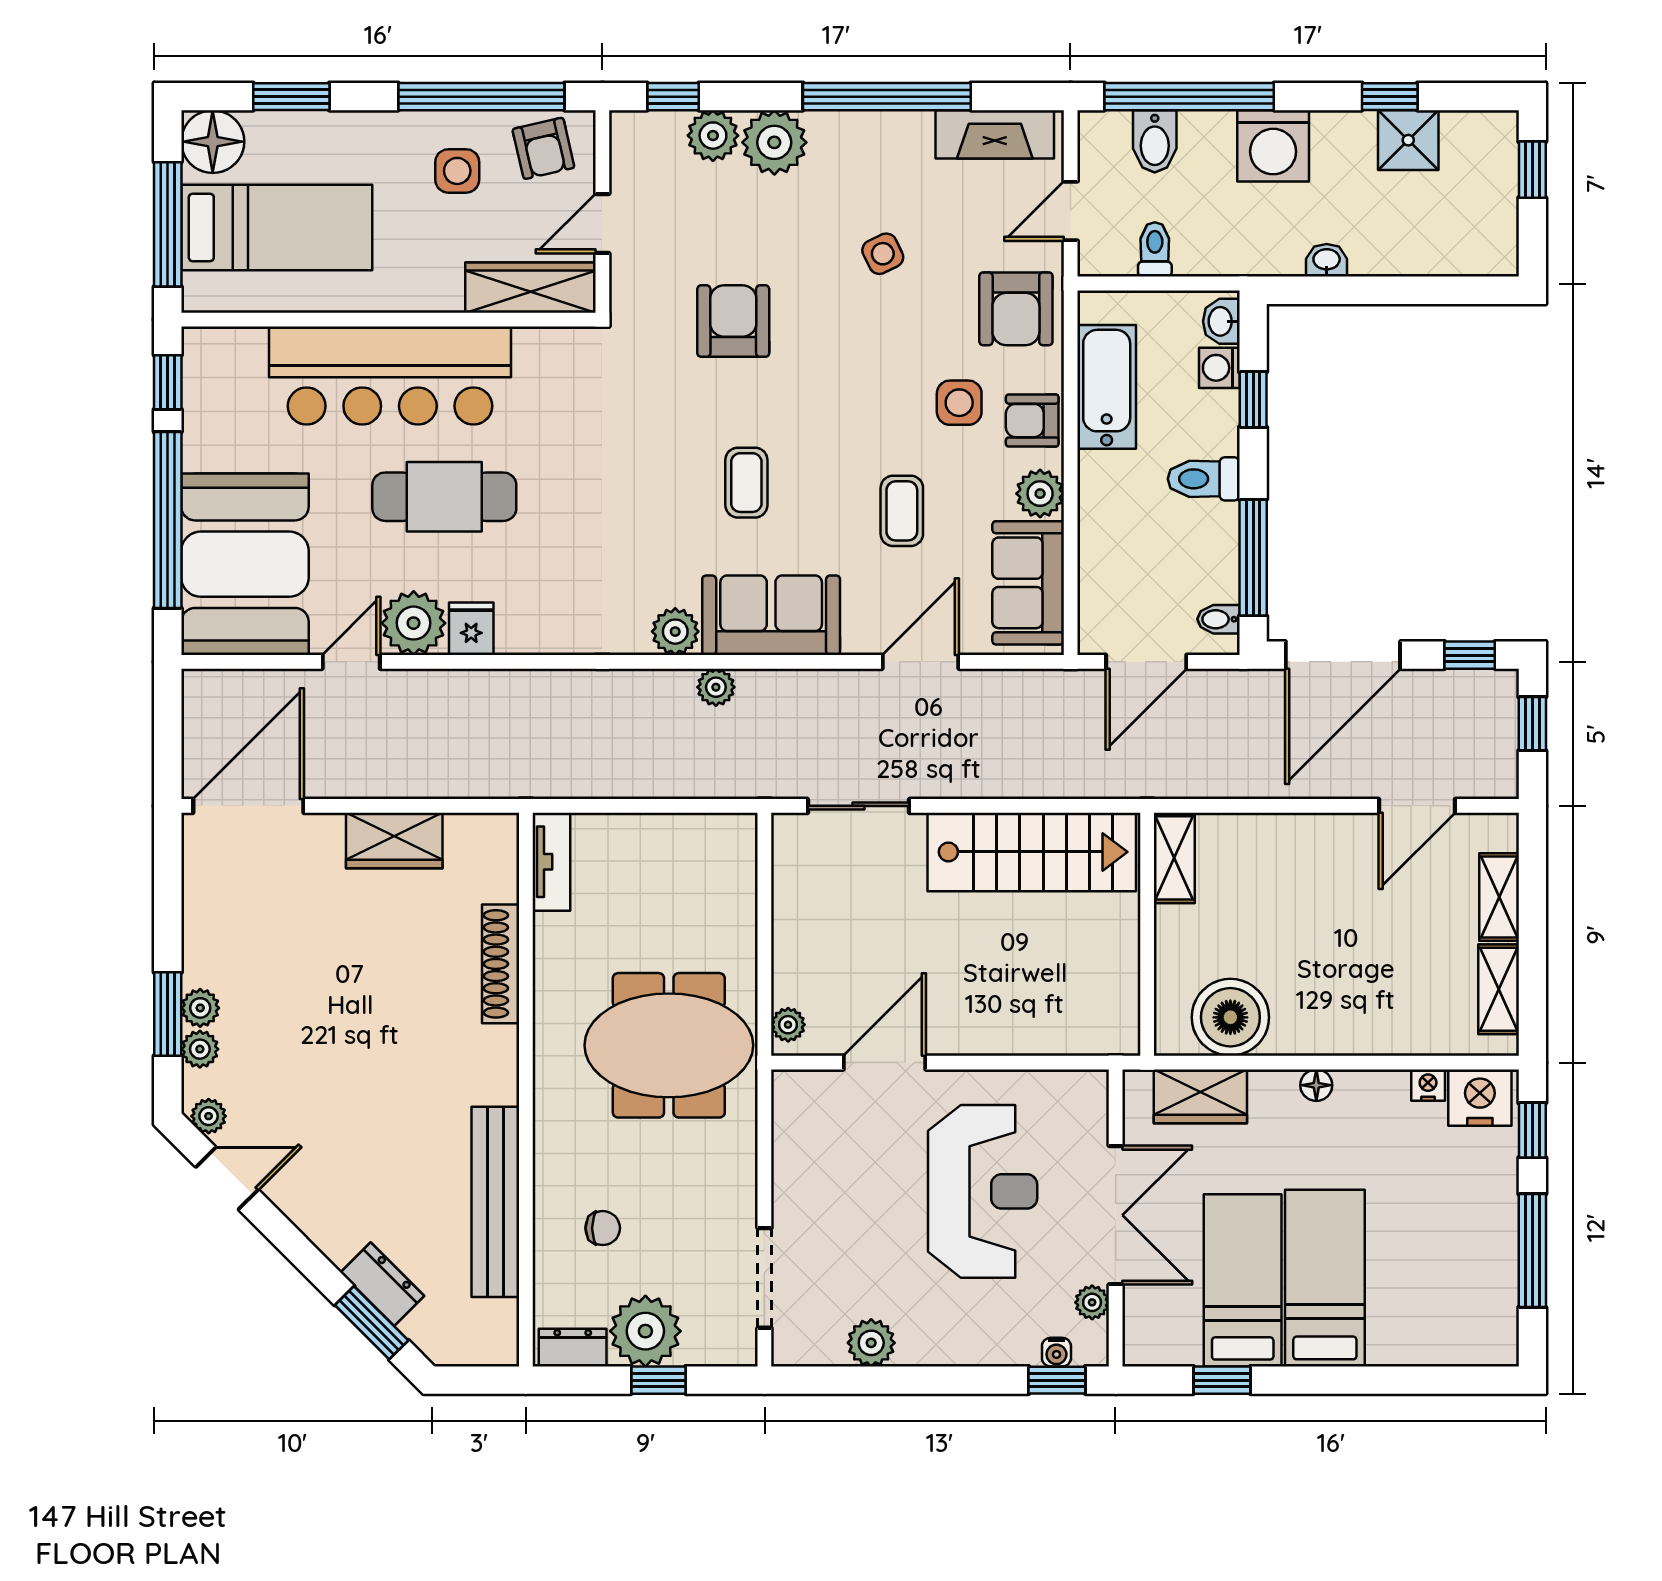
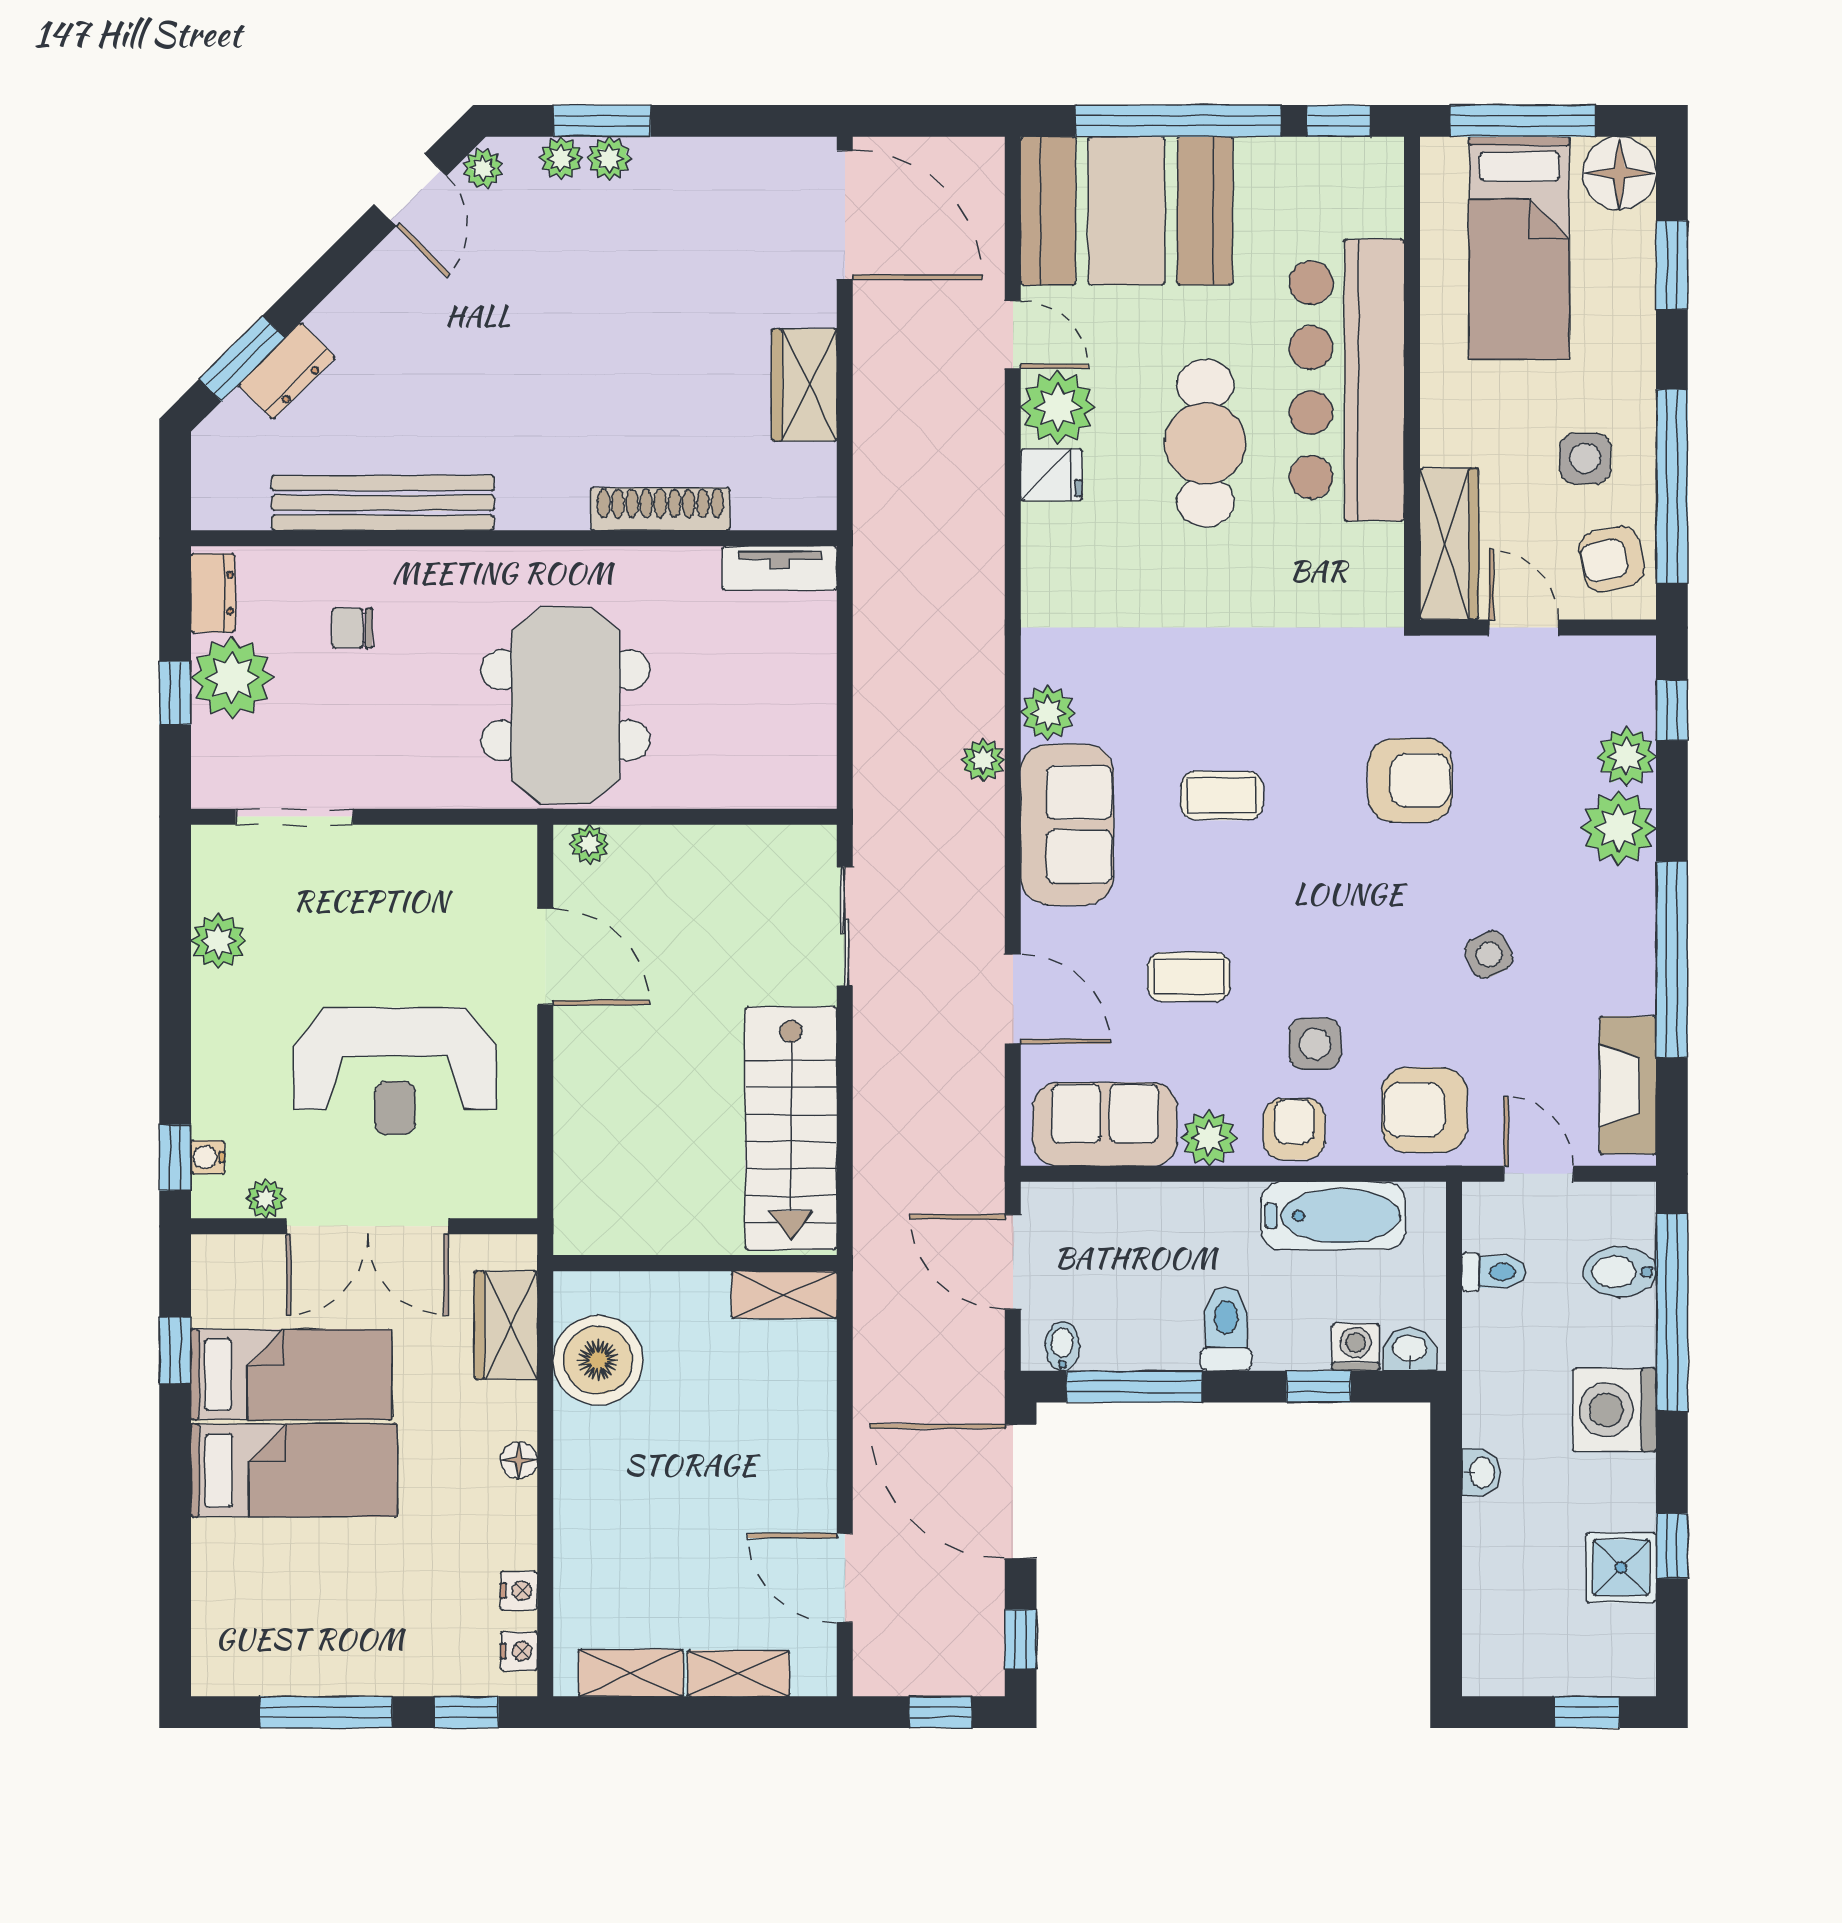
nightstand: (1480, 1098) -> (519, 1651), width x0.53, depth x0.56
chair: (603, 1228) -> (352, 628), turned 90

